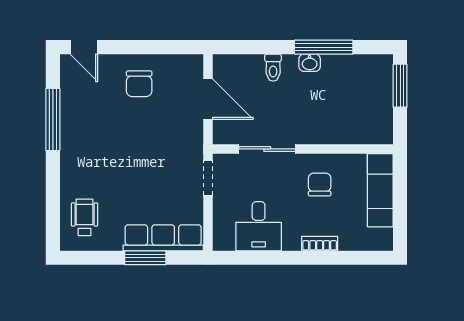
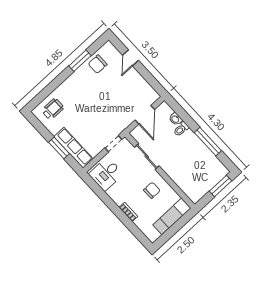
door: (84, 47) -> (130, 58), moved
washbasin: (310, 63) -> (175, 119), moved
chair: (139, 84) -> (98, 64), moved
window: (53, 119) -> (80, 61), width x0.69
desk: (259, 226) -> (106, 174), moved

